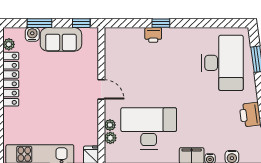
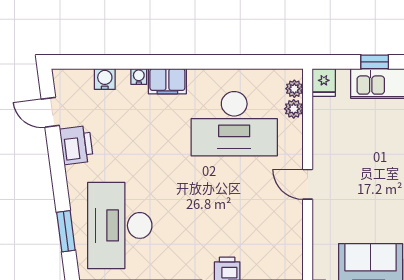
plant: (110, 125) -> (294, 89), moved

